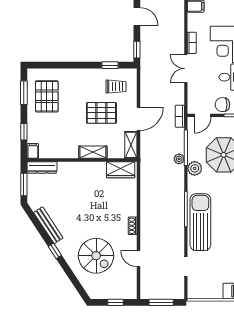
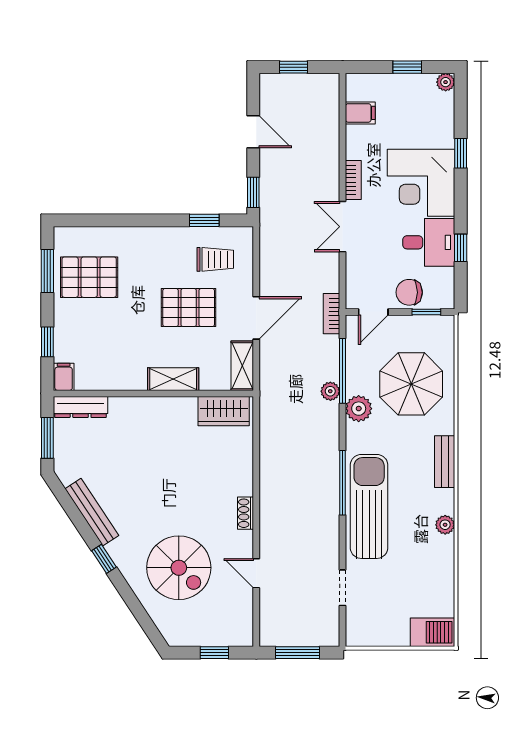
pallet: (47, 96) -> (89, 277), turned 90

